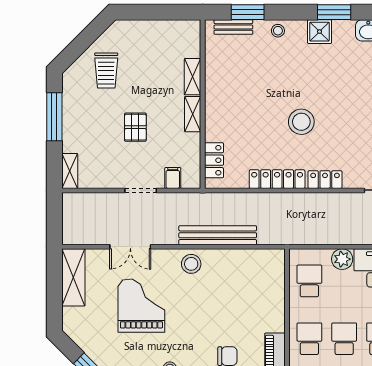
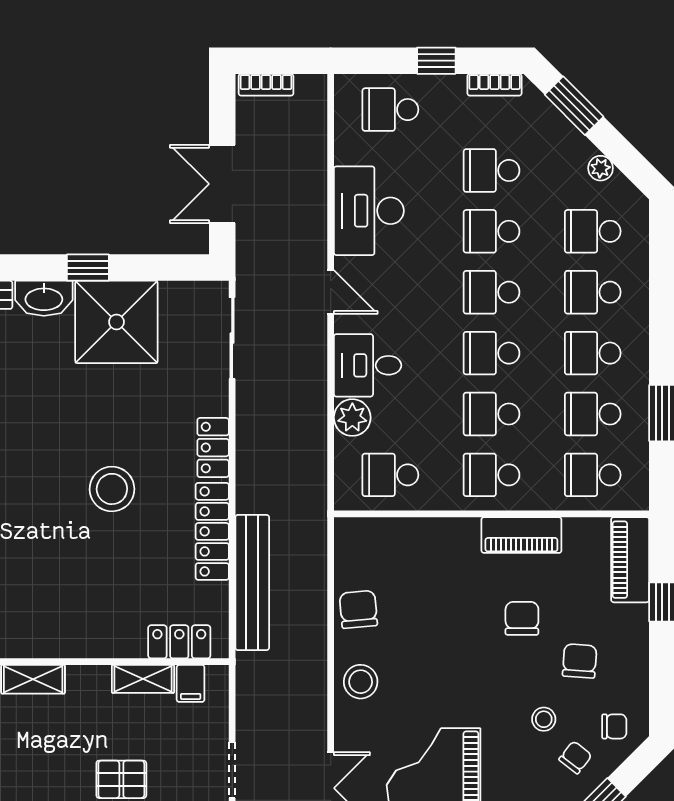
shelving: (193, 114) -> (143, 679), moved
filing cabinet: (173, 178) -> (191, 683), moved, turned -90
bench: (218, 235) -> (252, 583), moved
chair: (233, 263) -> (358, 609), added

